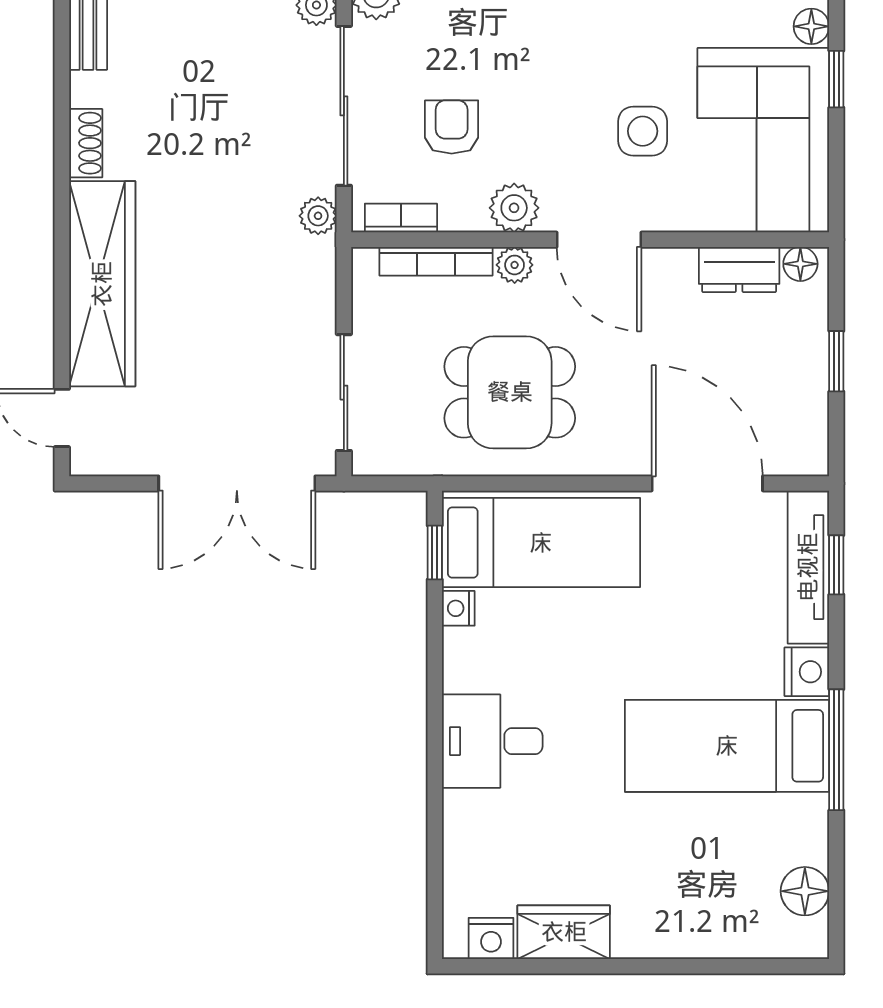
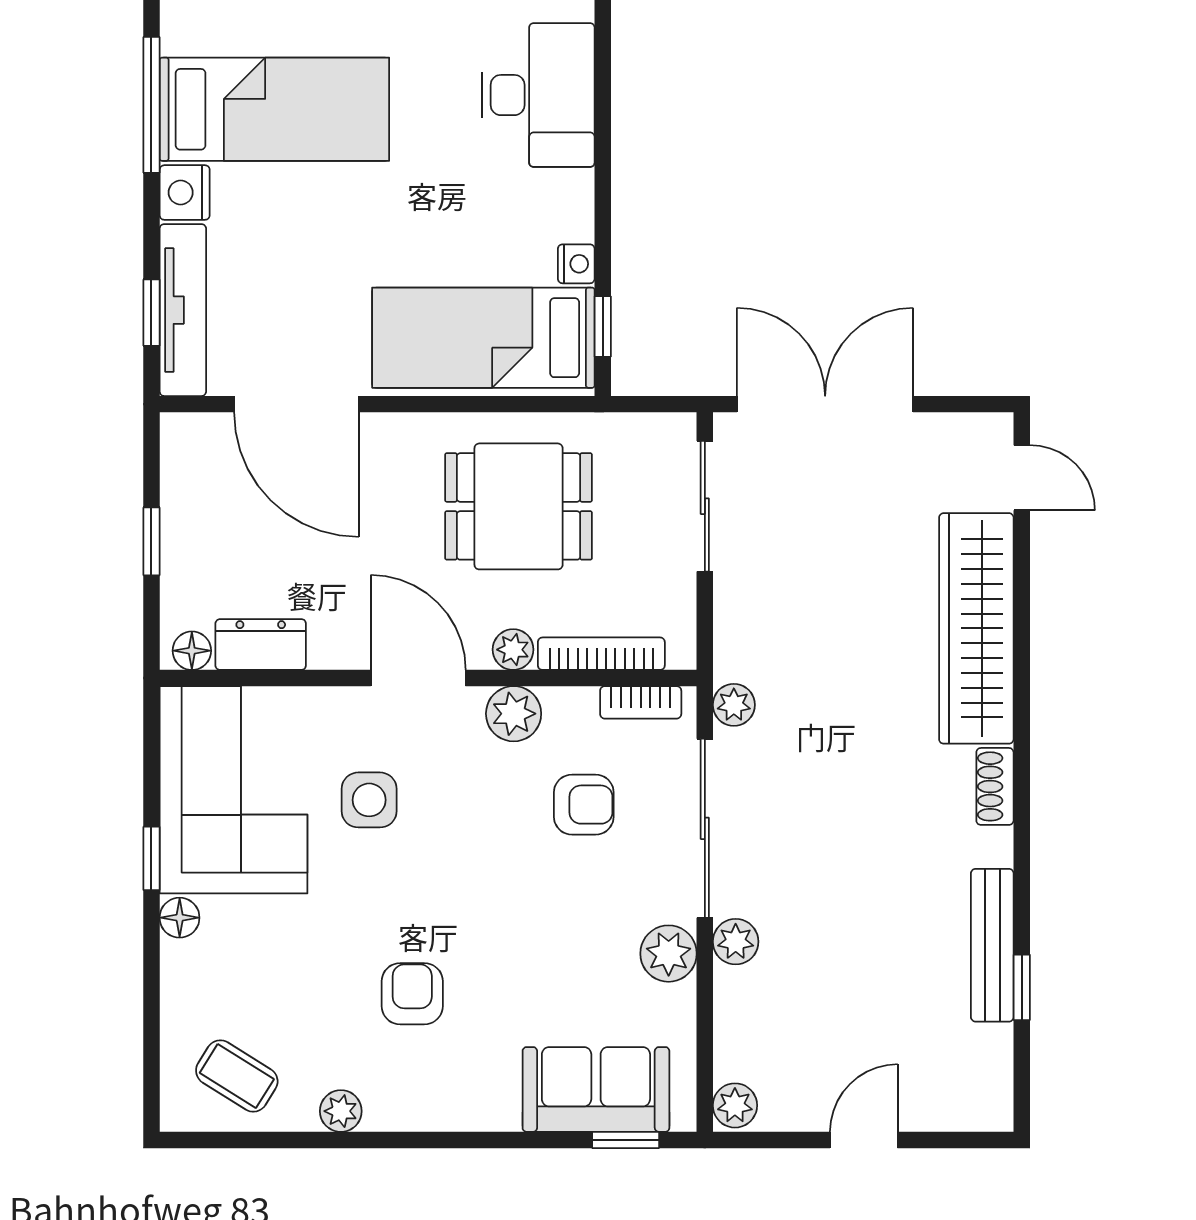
armchair: (452, 127) -> (584, 805), turned -90
desk: (492, 741) -> (538, 95), width x1.37

